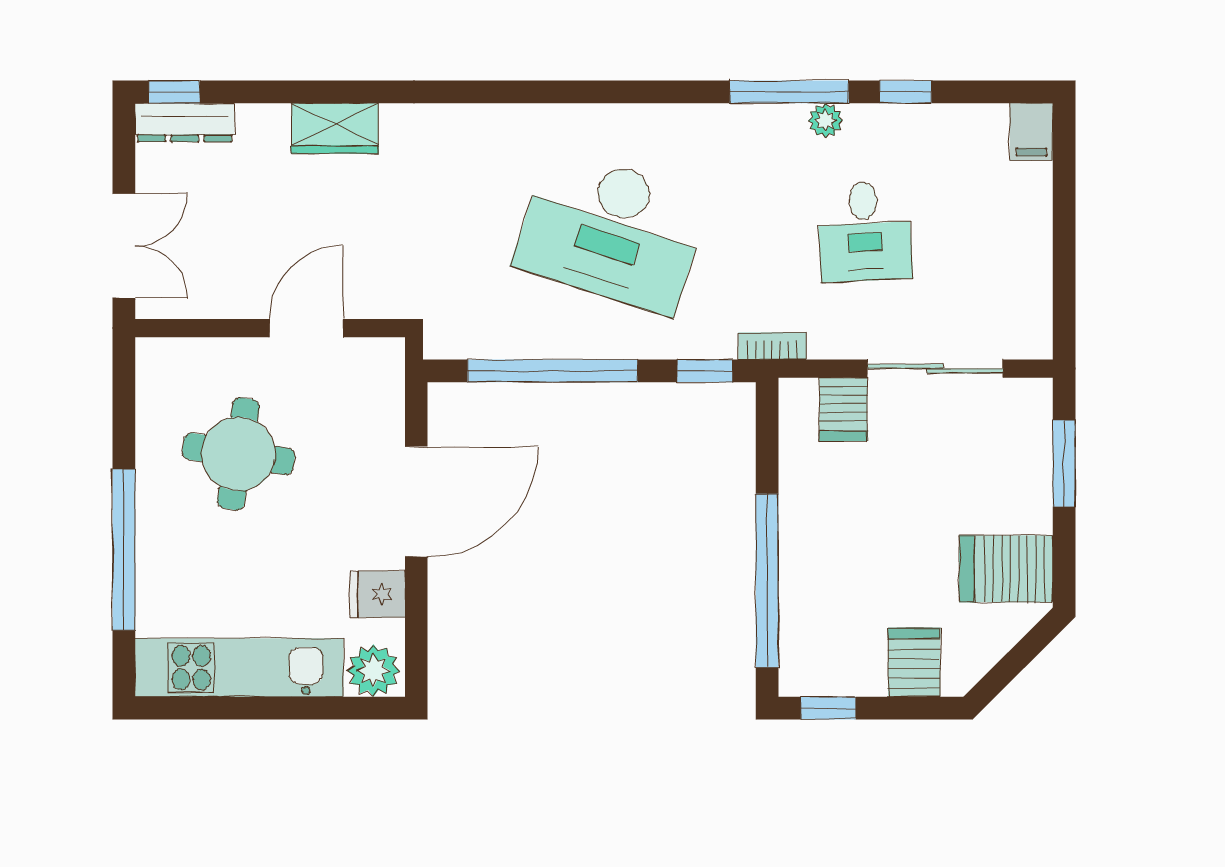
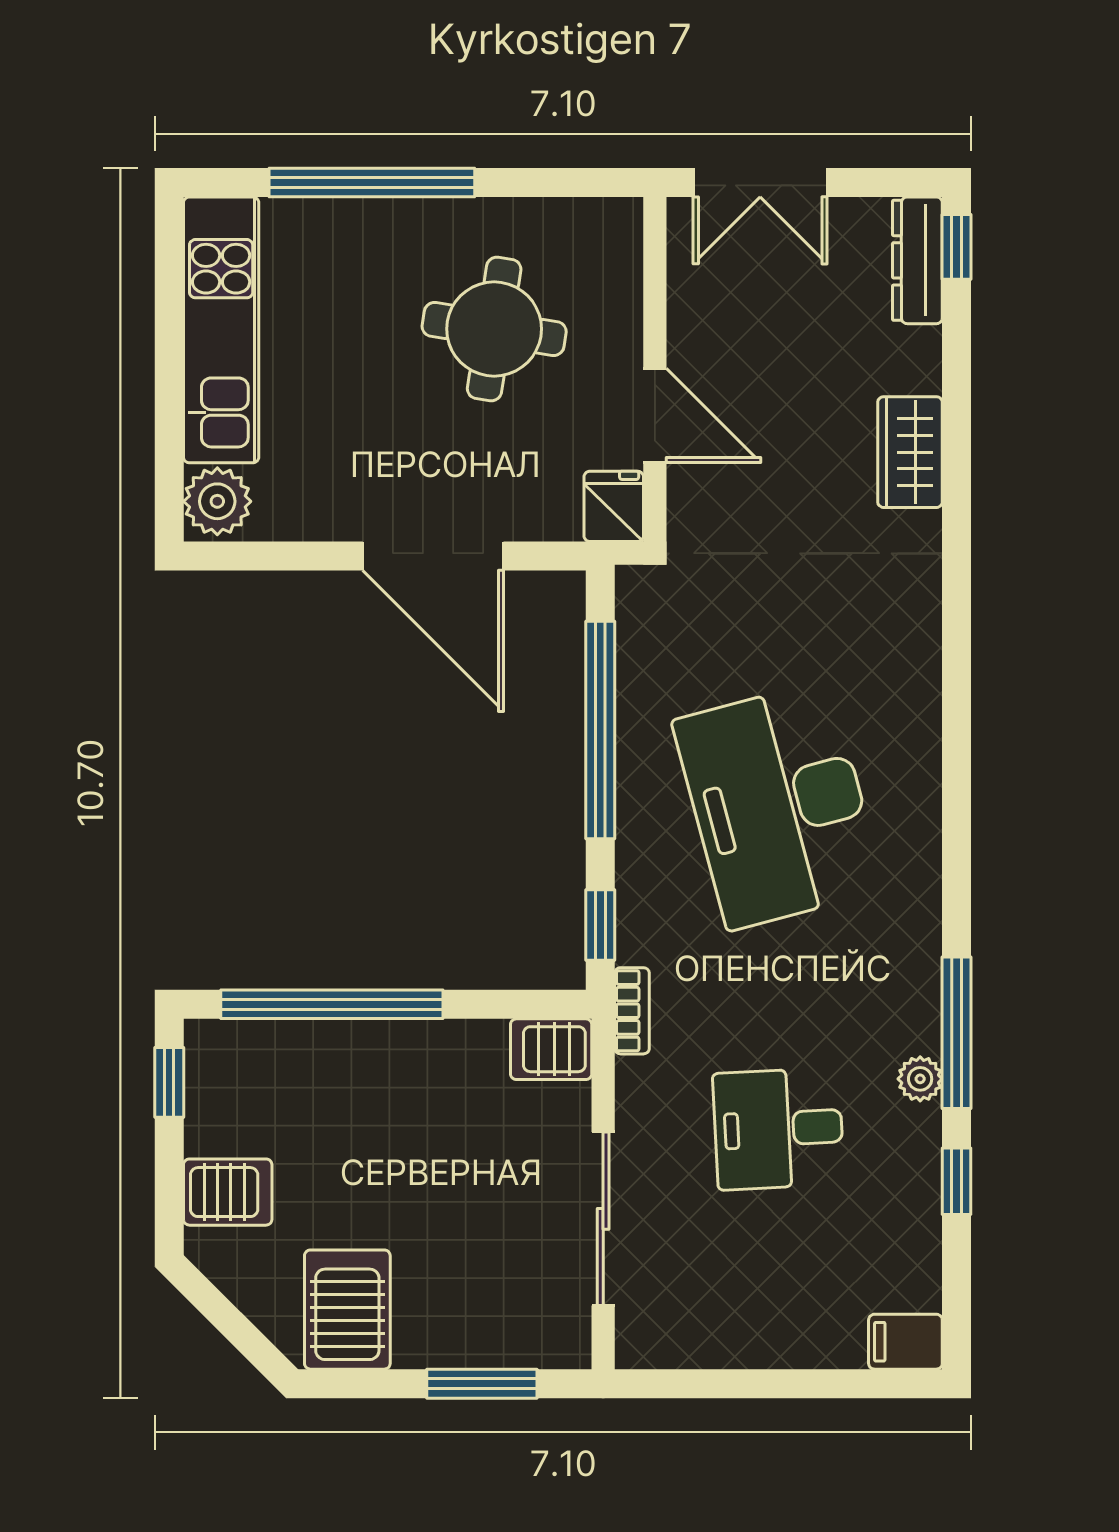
desk: (611, 231) -> (778, 805), turned -33
server rack: (843, 409) -> (551, 1049), moved
fridge: (377, 594) -> (614, 506), moved

